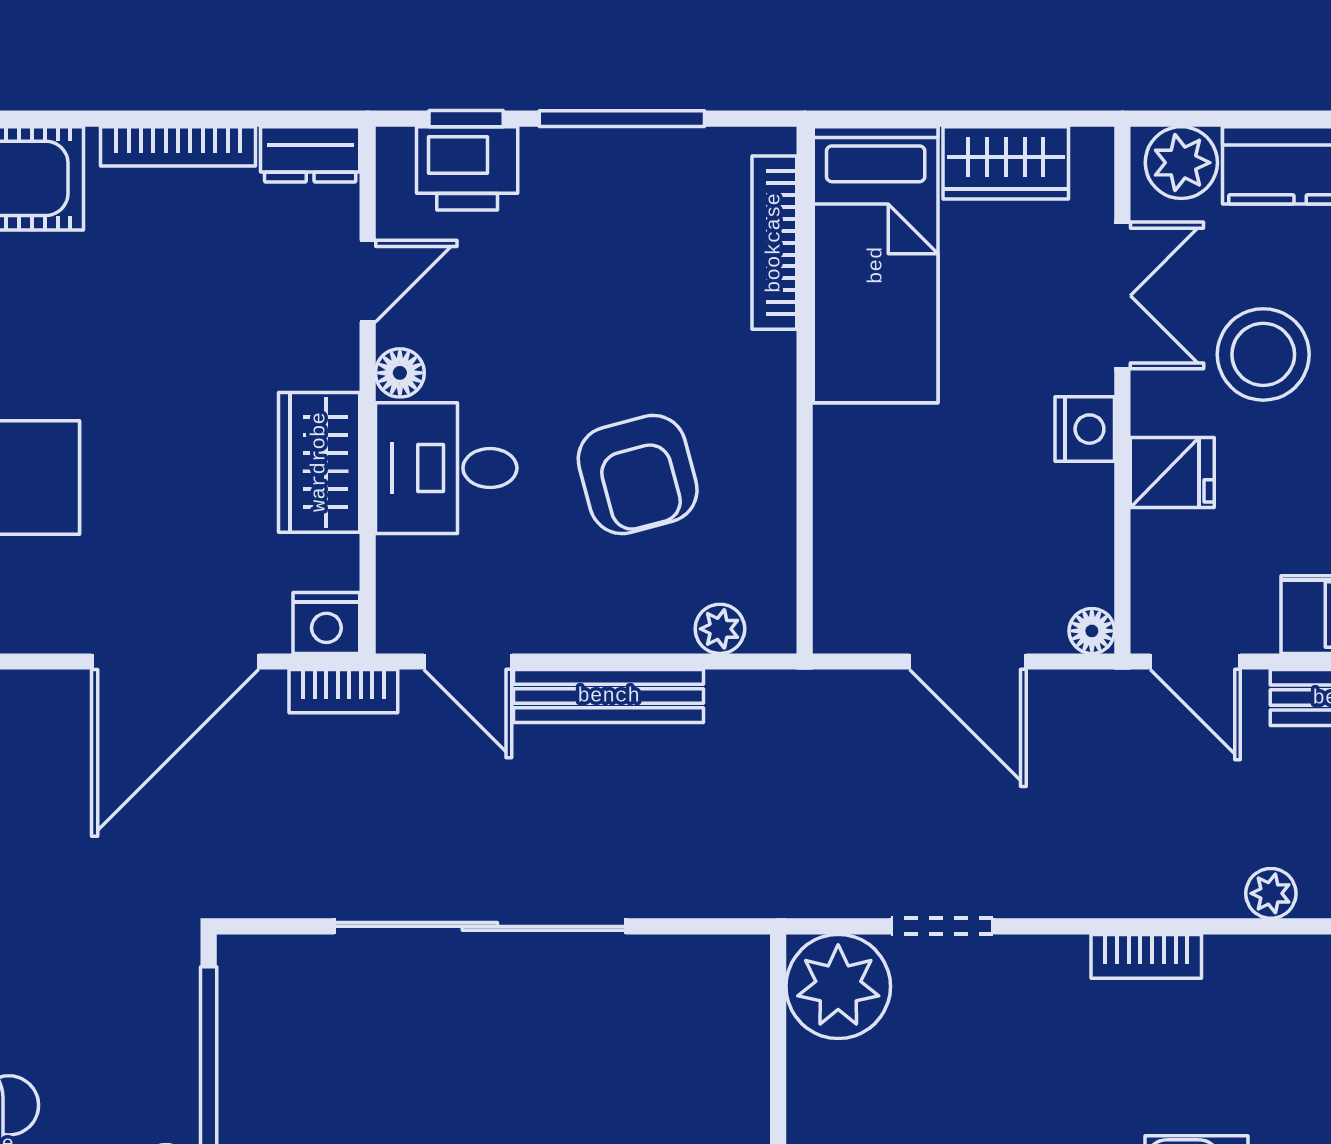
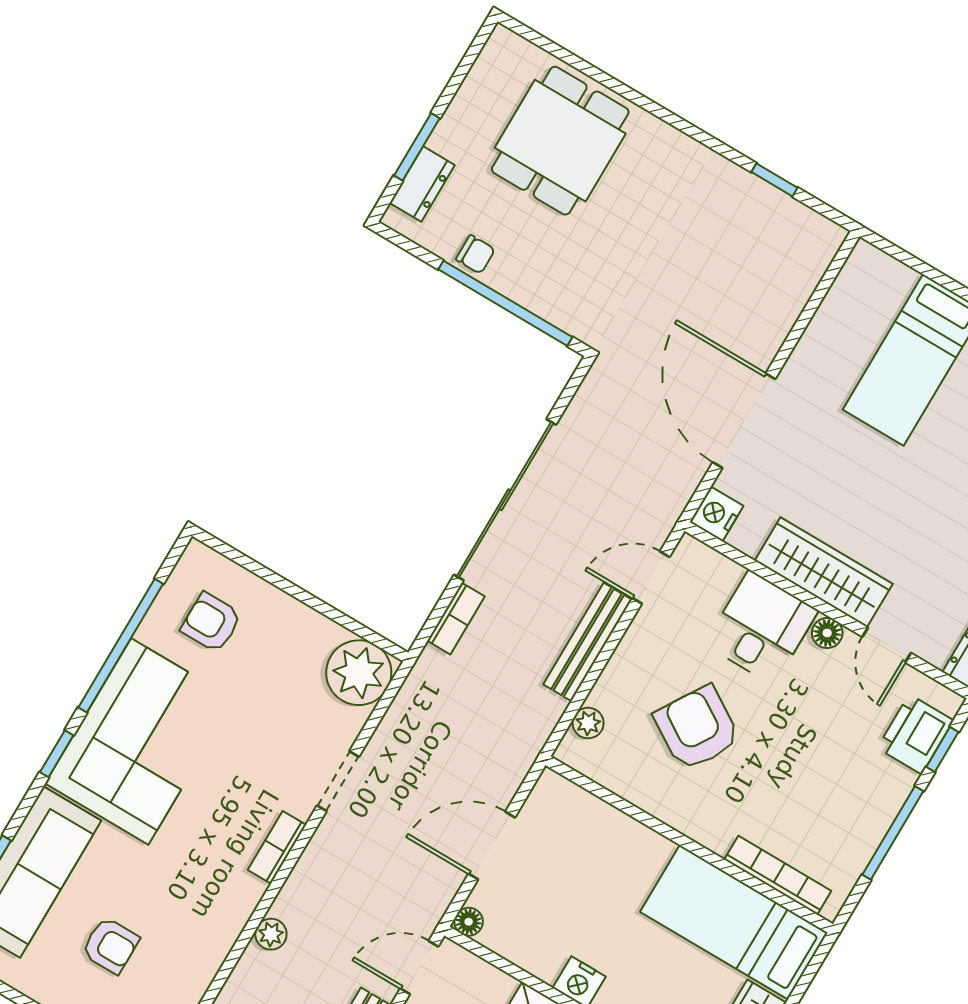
wardrobe: (319, 462) -> (824, 572), width x1.50
armchair: (638, 474) -> (697, 728), turned 47
bookcase: (343, 691) -> (456, 619), moved, turned 180
doorway: (942, 926) -> (338, 781), moved

